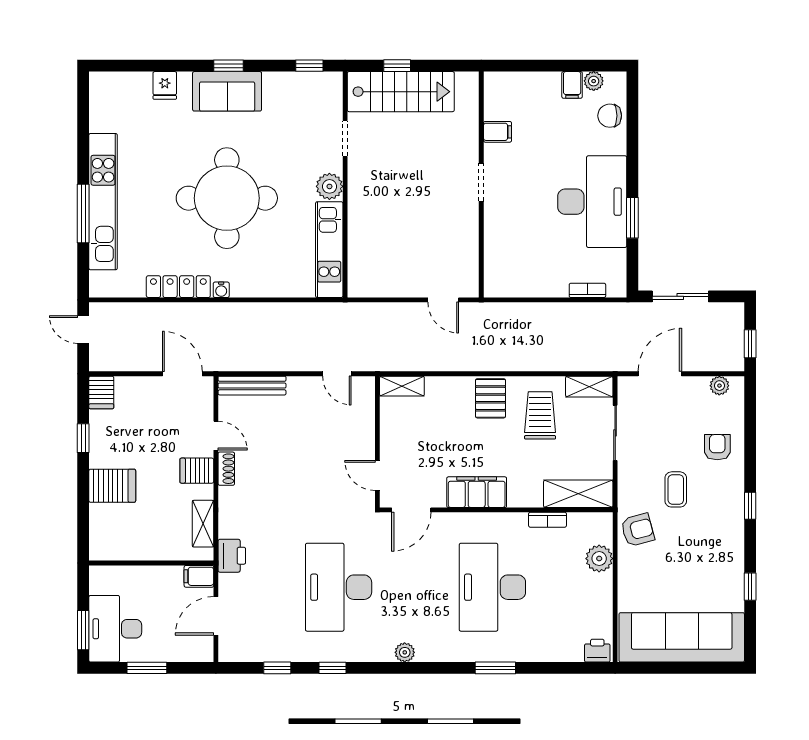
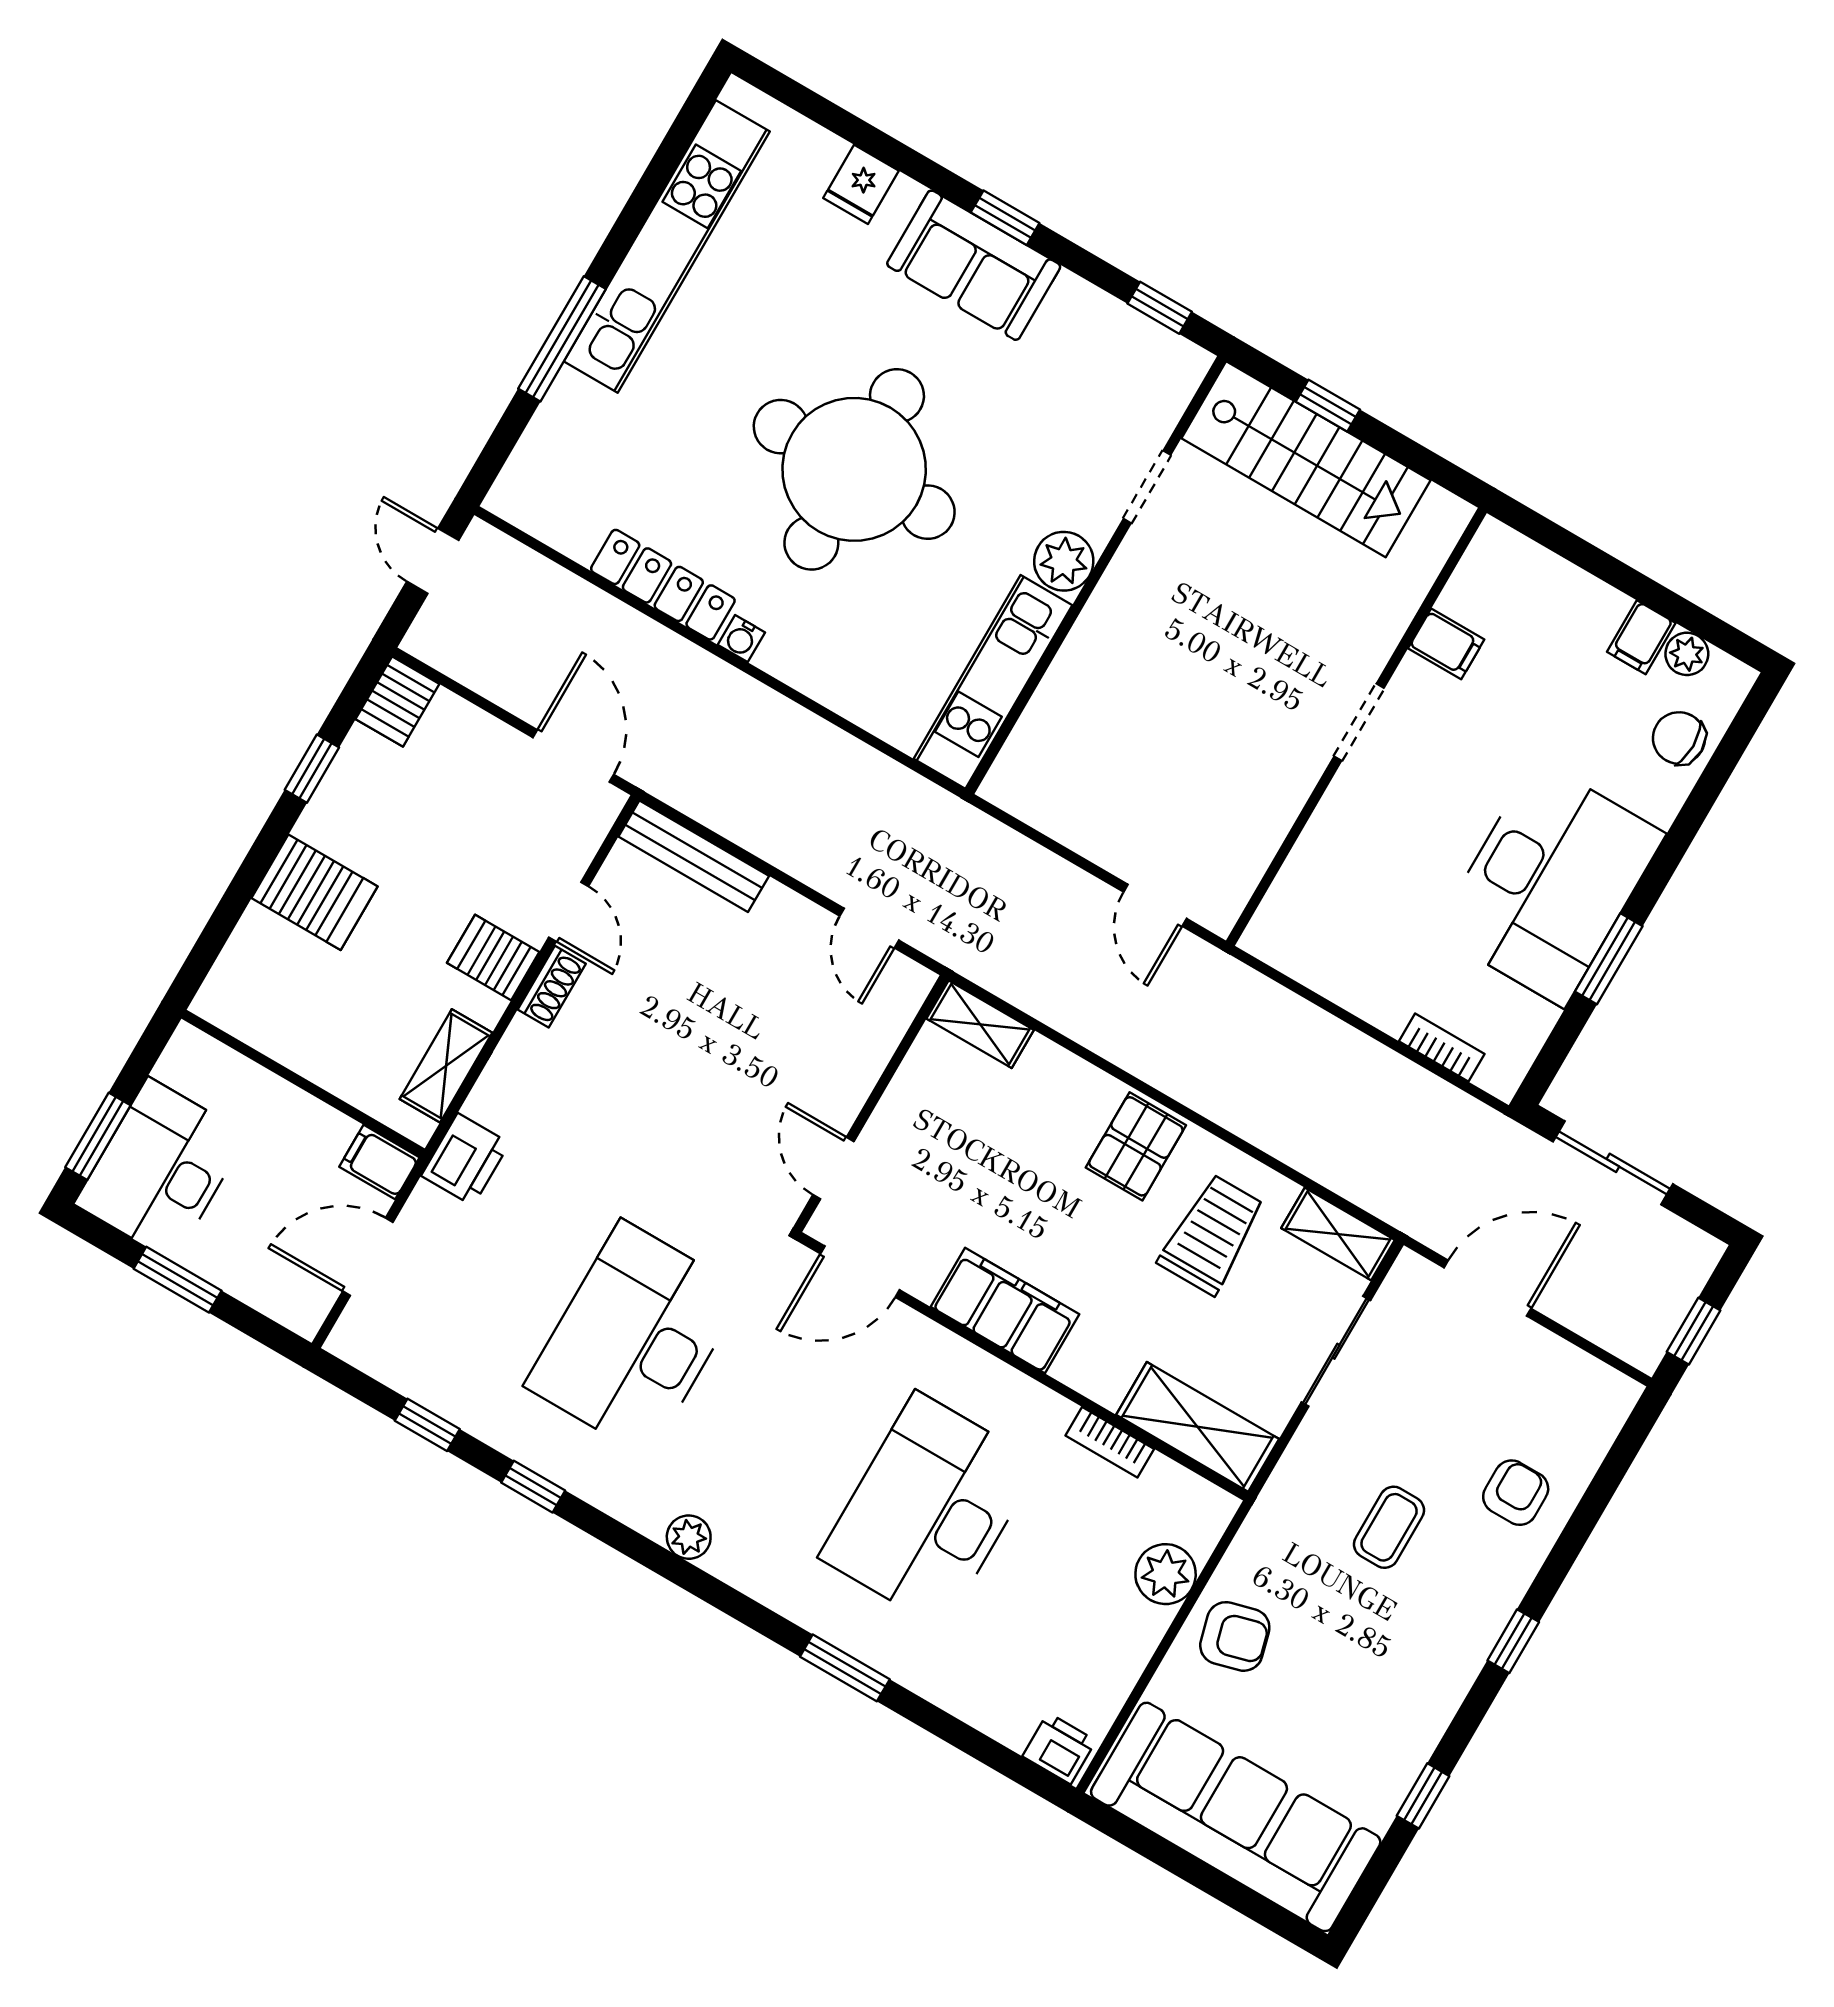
kitchen unit: (103, 202) -> (667, 246), moved
plant: (719, 386) -> (1588, 1377), removed
armchair: (638, 530) -> (1235, 1636), moved

